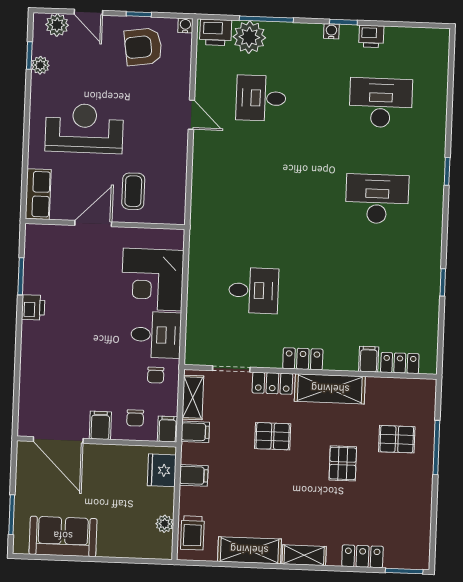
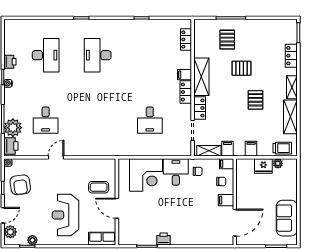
desk: (381, 103) -> (46, 55), turned 180
desk: (254, 290) -> (150, 120), turned 180
filing cabinet: (369, 359) -> (185, 75), moved
pallet: (273, 436) -> (255, 100), moved
fridge: (162, 470) -> (263, 166), moved

